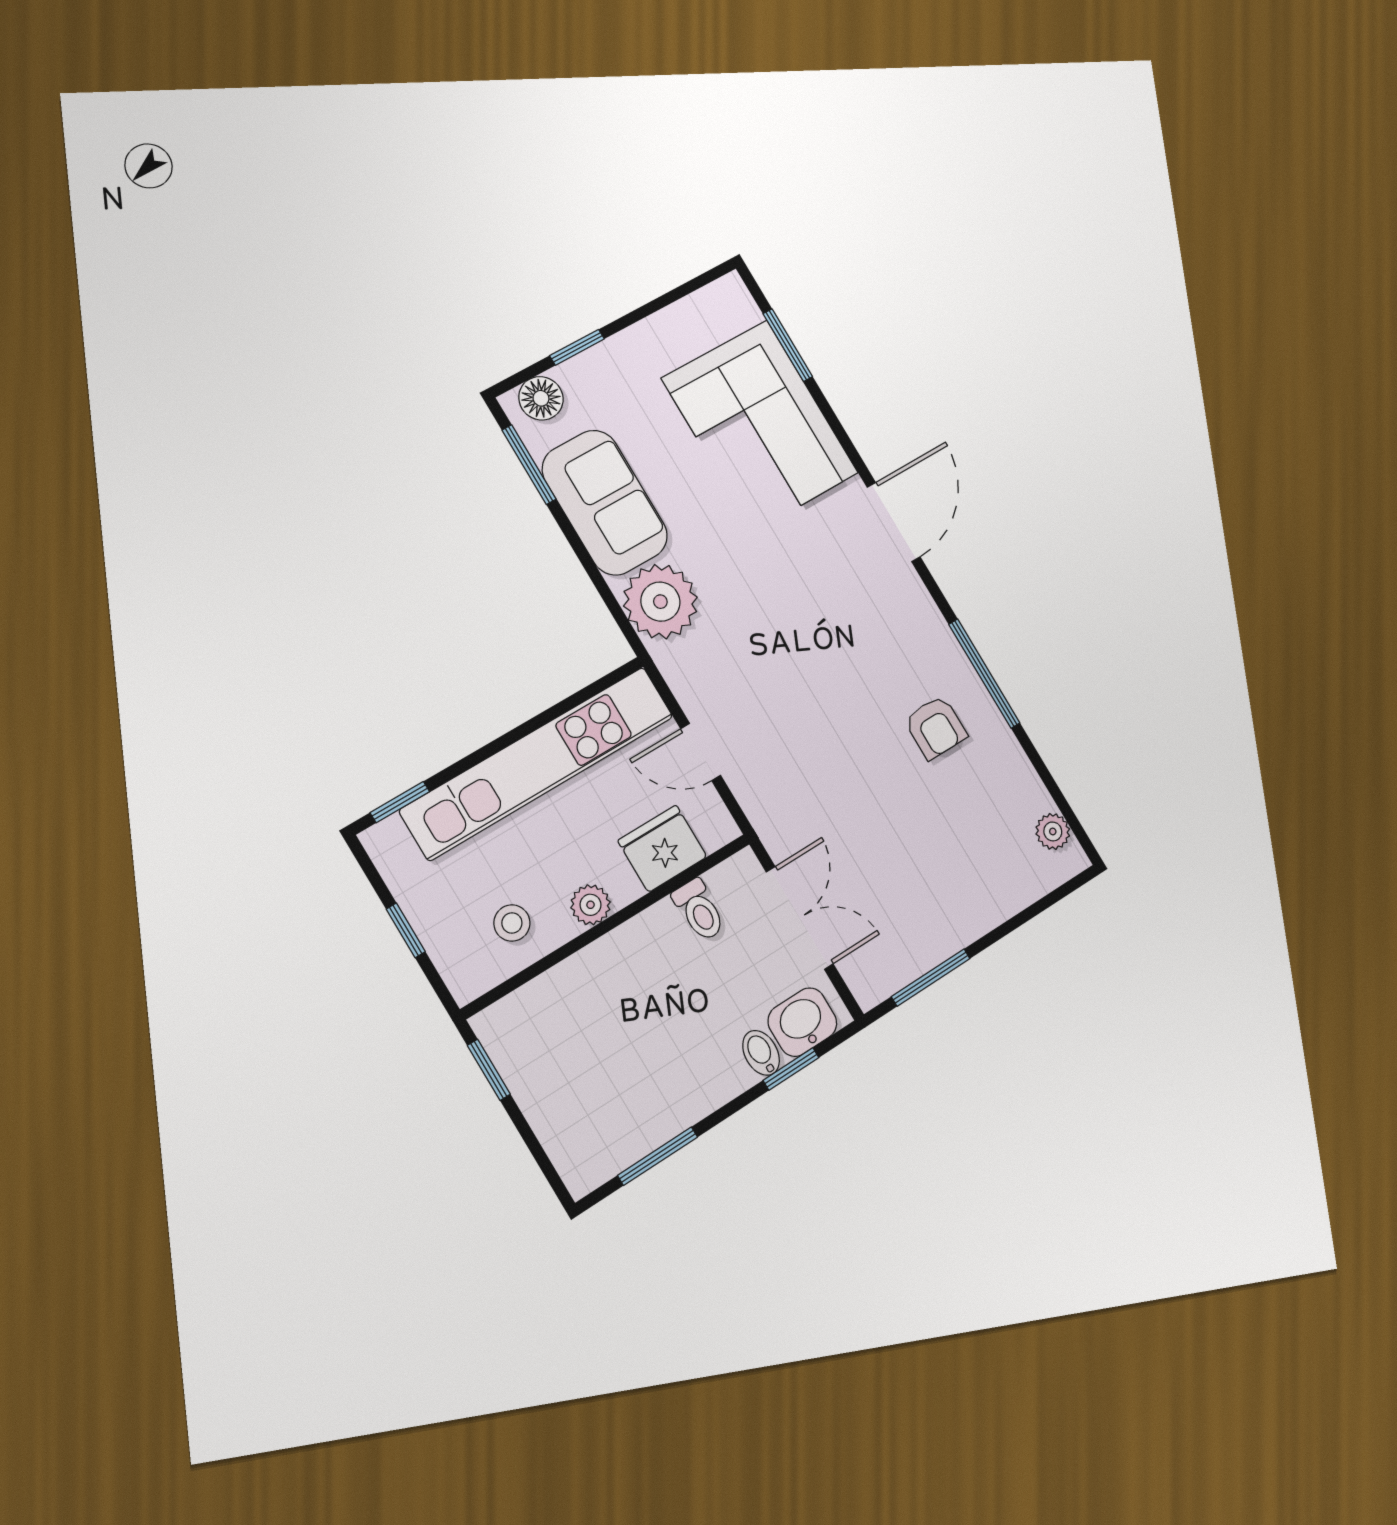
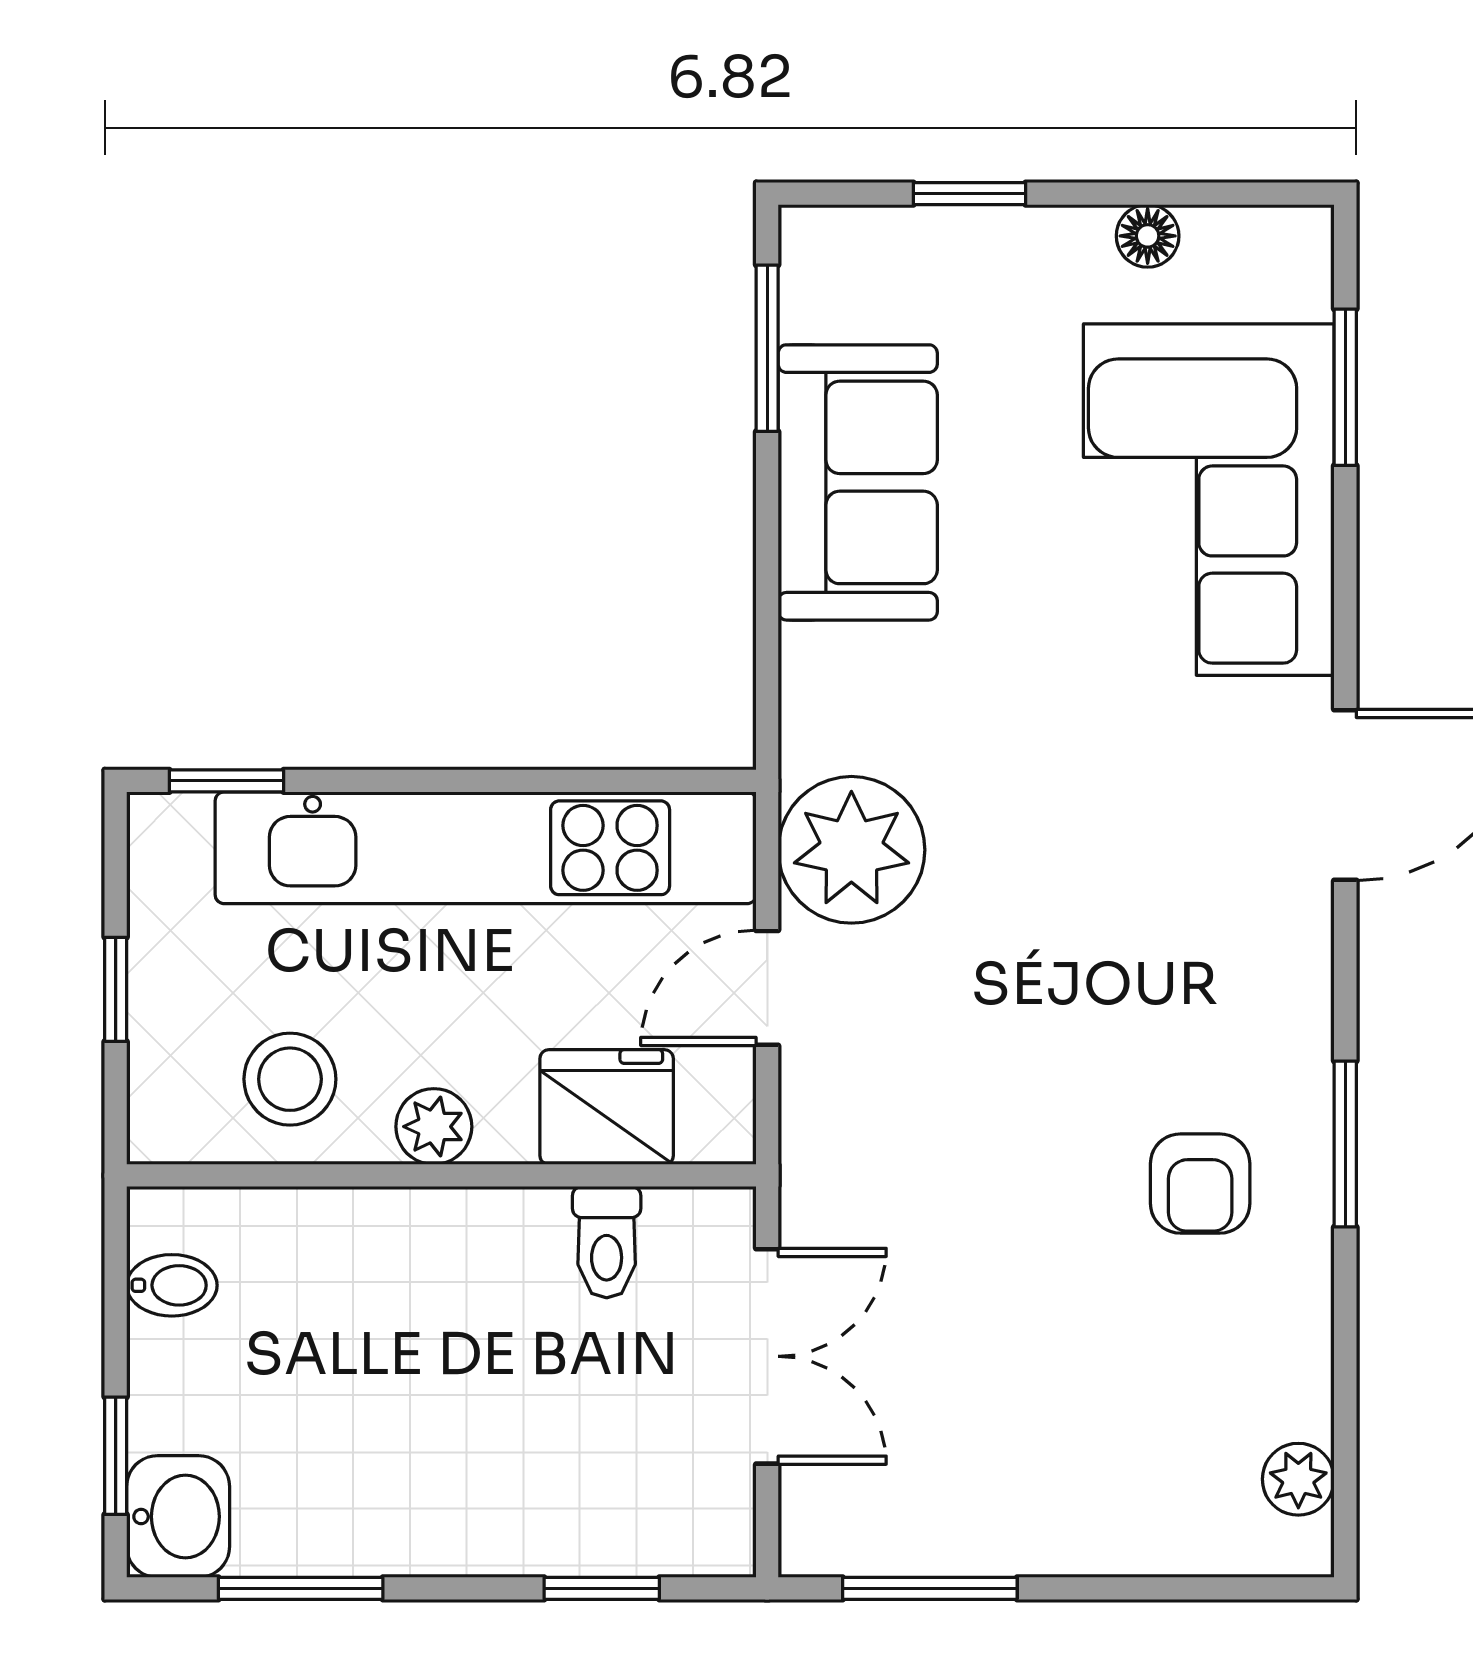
floor lamp: (541, 398) -> (1148, 236), moved, width x0.73, depth x0.73
plant: (660, 602) -> (851, 850), moved
window: (984, 674) -> (1345, 1144), width x0.69
door: (701, 752) -> (767, 988), hinge flipped
stool: (512, 923) -> (290, 1079), width x1.37, depth x1.37
washbasin: (802, 1022) -> (178, 1517), moved, turned 90
bidet: (761, 1053) -> (172, 1285), moved, turned 90
window: (489, 1070) -> (116, 1456), moved

